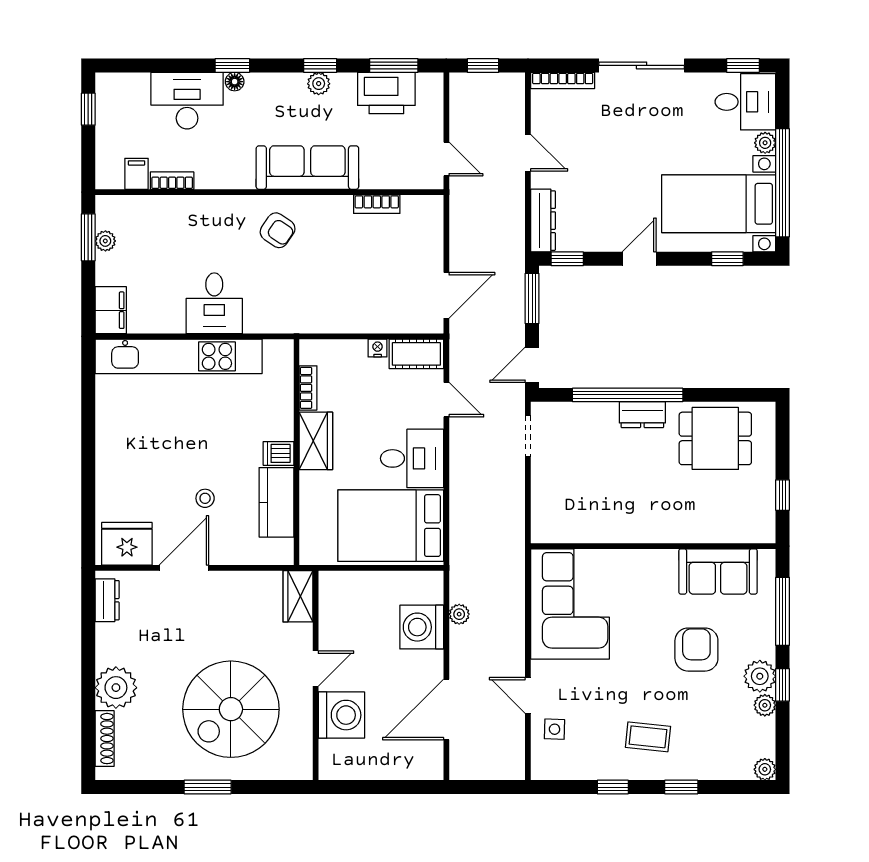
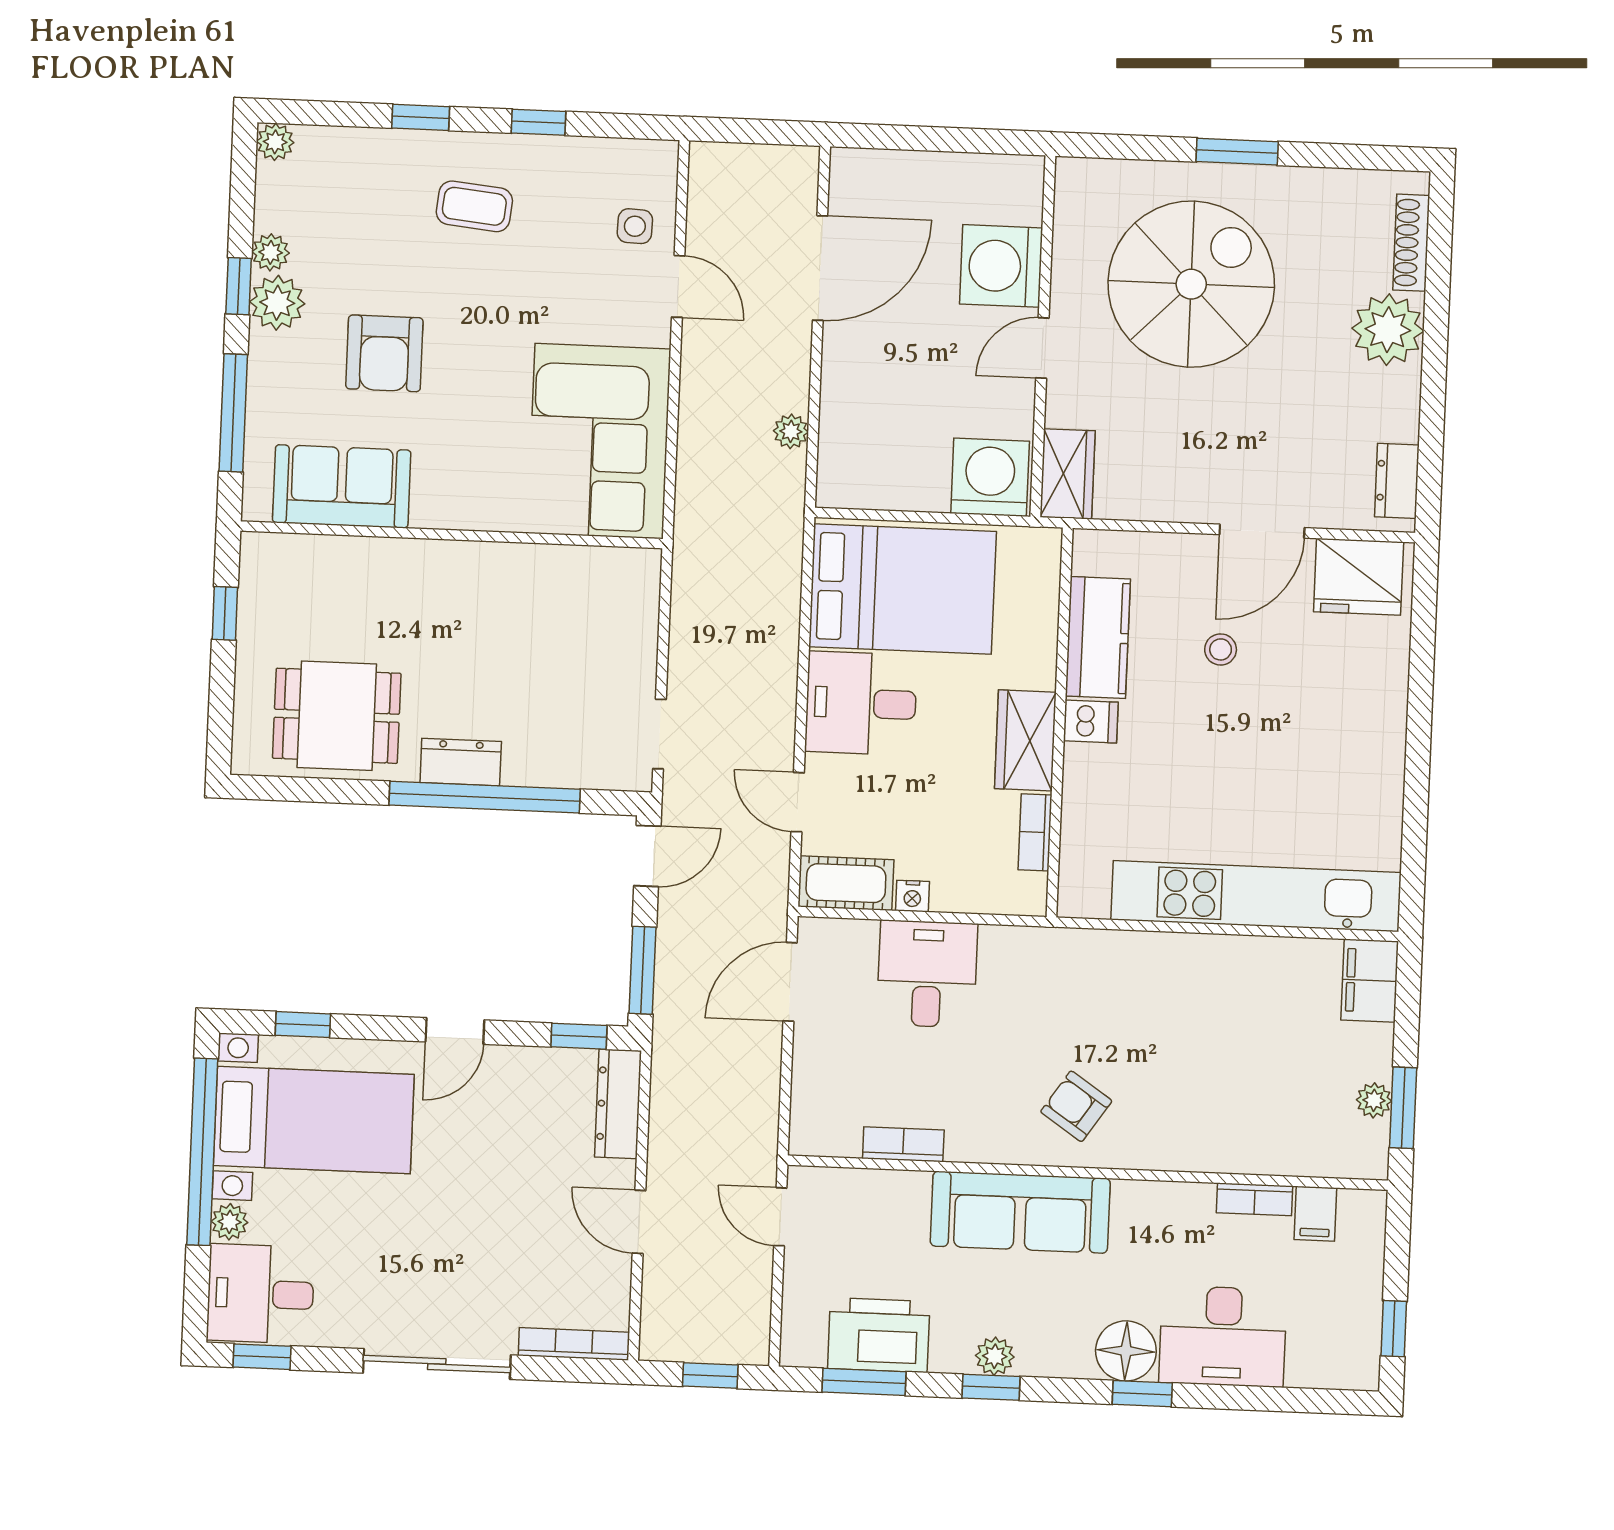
floor lamp: (235, 82) -> (1126, 1351), width x1.89, depth x1.89
desk: (214, 303) -> (927, 974), moved
washing machine: (422, 627) -> (990, 477), moved, turned -90

